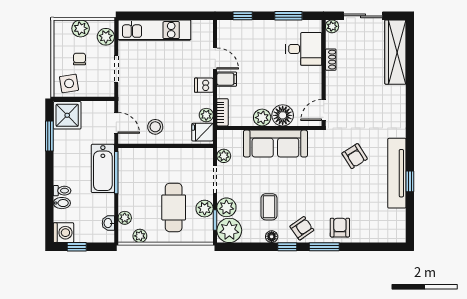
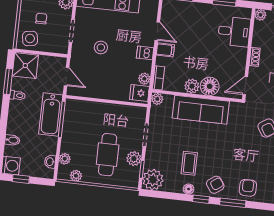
shoe rack: (331, 60) -> (255, 57), moved
stool: (155, 127) -> (101, 47), moved
plant: (224, 156) -> (157, 99), moved
toilet: (62, 191) -> (18, 95), moved
plant: (226, 207) -> (153, 160), removed

